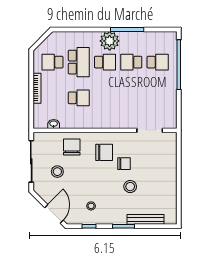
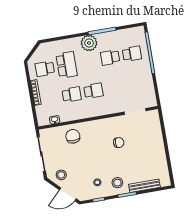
school desk: (105, 62) -> (93, 91), moved
chair: (104, 152) -> (101, 136), removed
stool: (57, 172) -> (61, 175), moved
stool: (130, 187) -> (117, 183), moved
door: (54, 214) -> (68, 194), swing flipped

